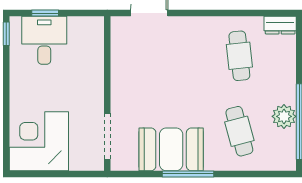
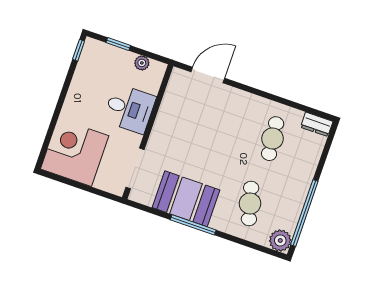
plant: (76, 24) -> (142, 63), added
desk: (44, 40) -> (129, 109), moved, turned 90
plant: (284, 116) -> (280, 240), moved

